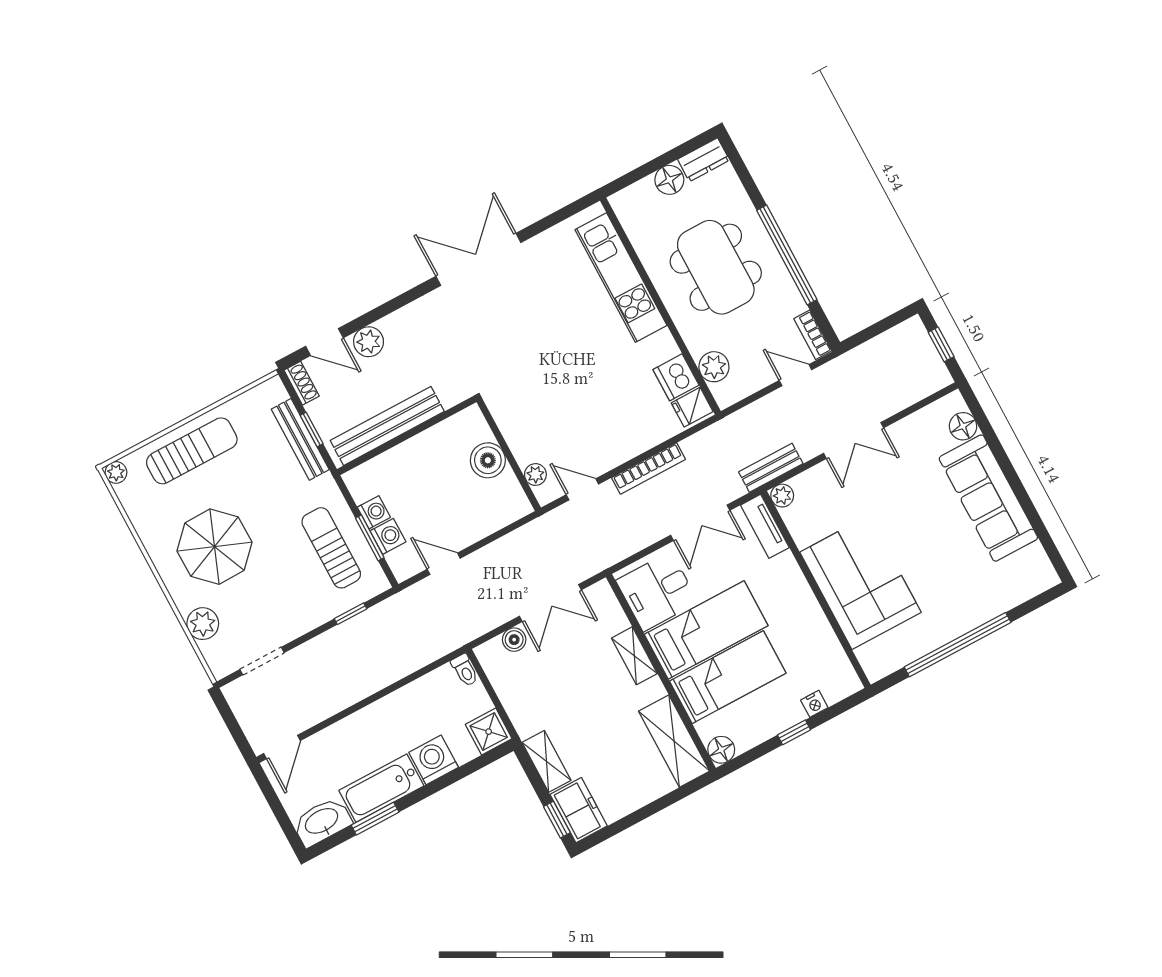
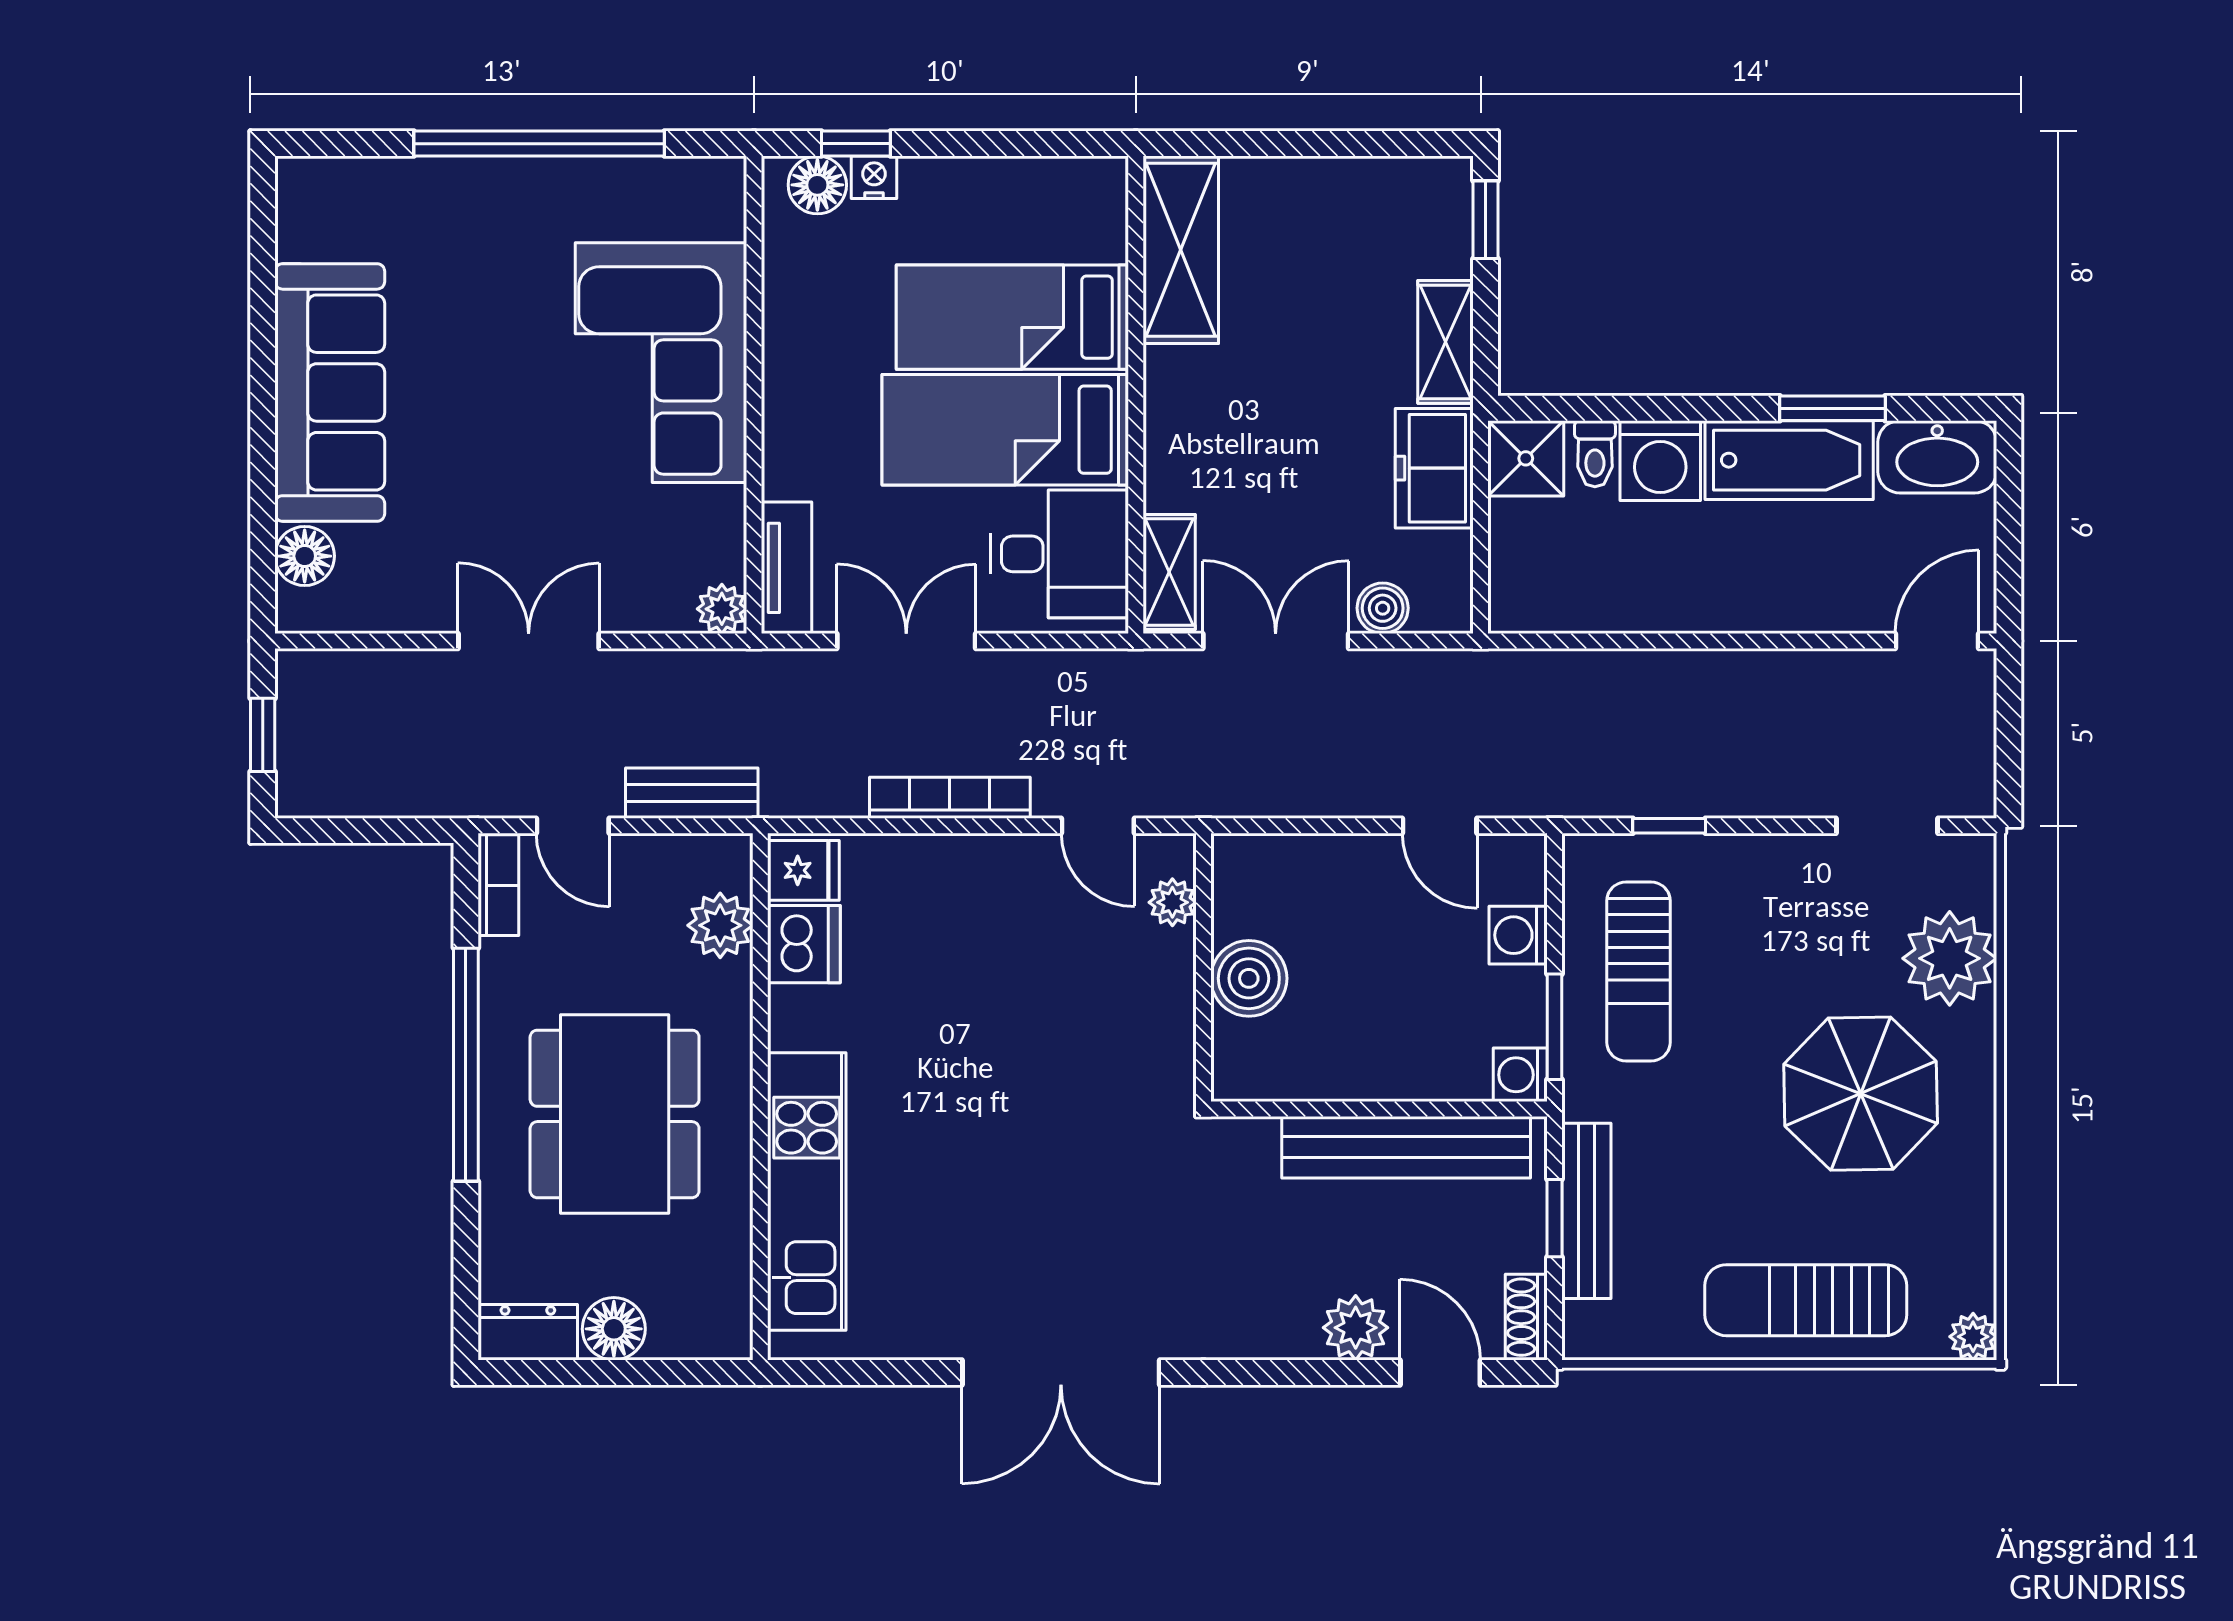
bench: (771, 468) -> (692, 793), moved
washing machine: (374, 512) -> (1520, 1075), moved
window: (370, 538) -> (1554, 1027), moved
plant: (203, 624) -> (1950, 958), width x1.36, depth x1.36
shelving: (634, 656) -> (1169, 572), moved
toilet: (465, 670) -> (1595, 454), moved, turned 180
window: (794, 732) -> (856, 144), moved
floor lamp: (721, 750) -> (817, 185), moved
freezer: (579, 810) -> (1434, 468), moved

